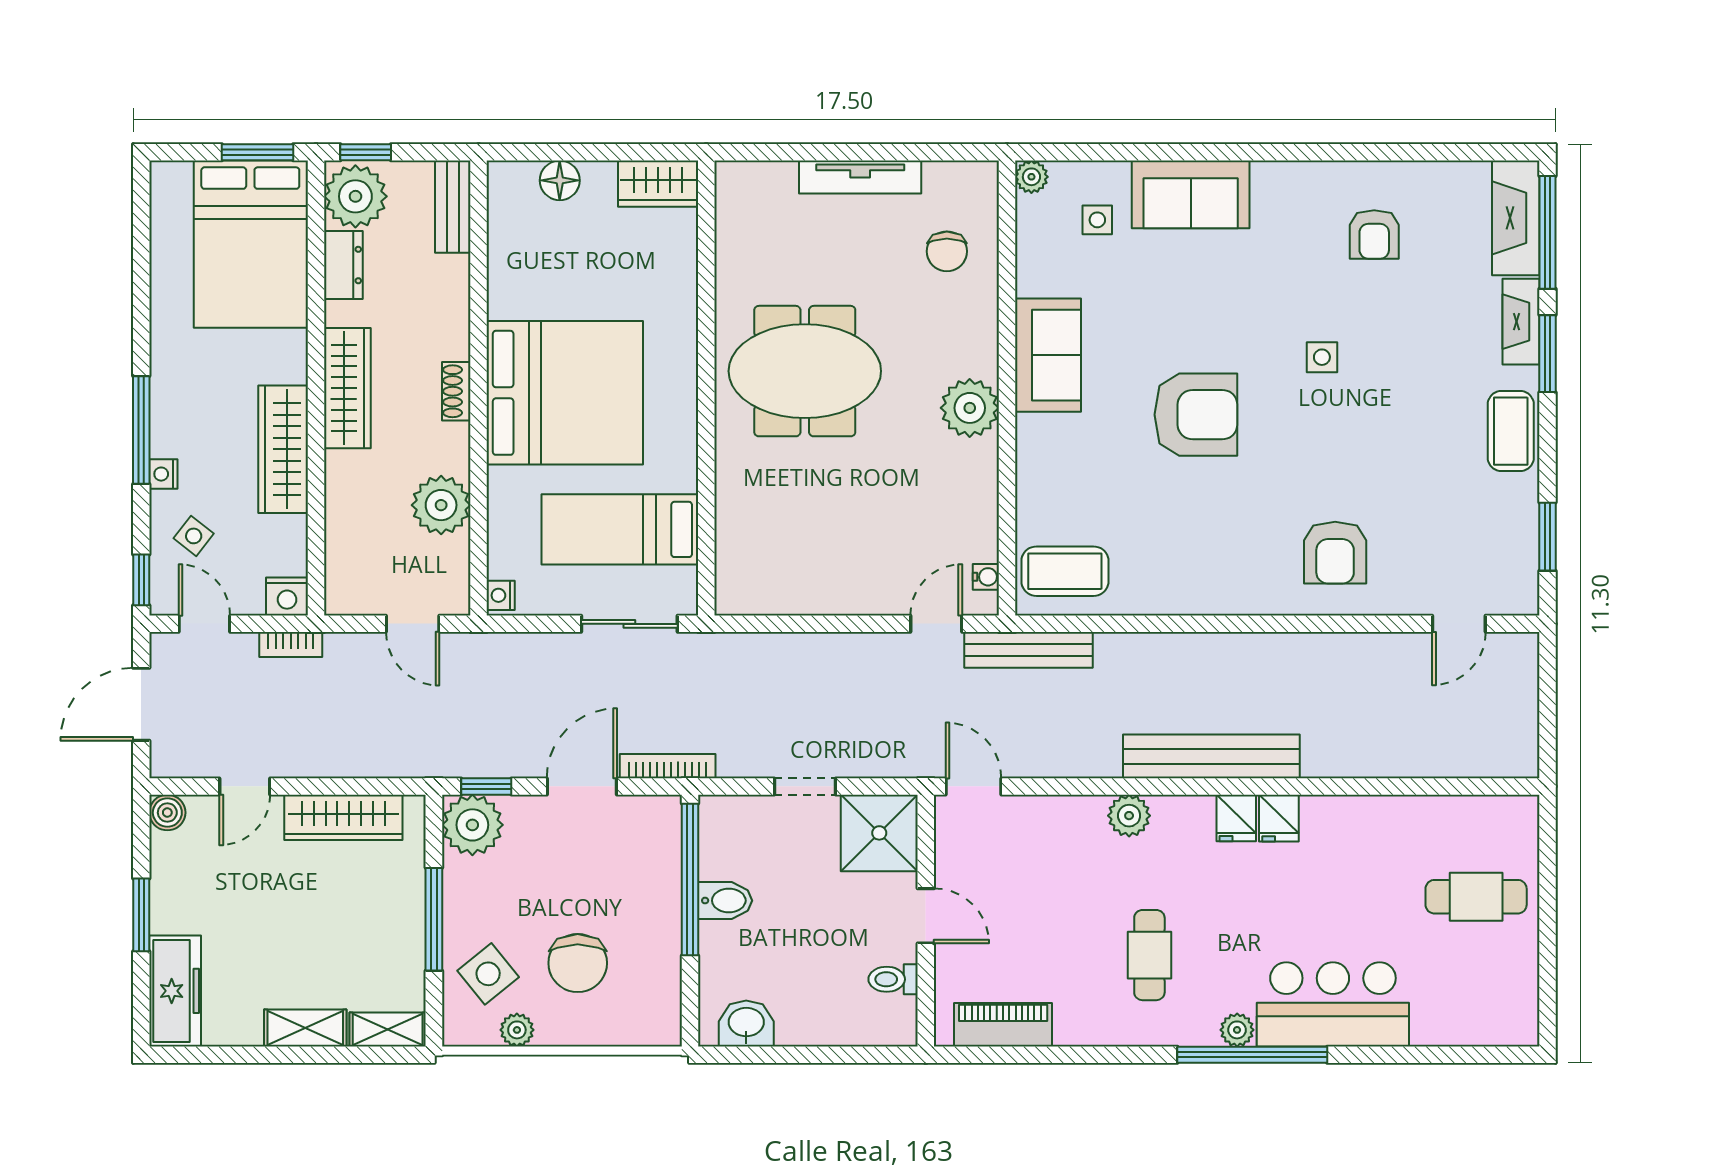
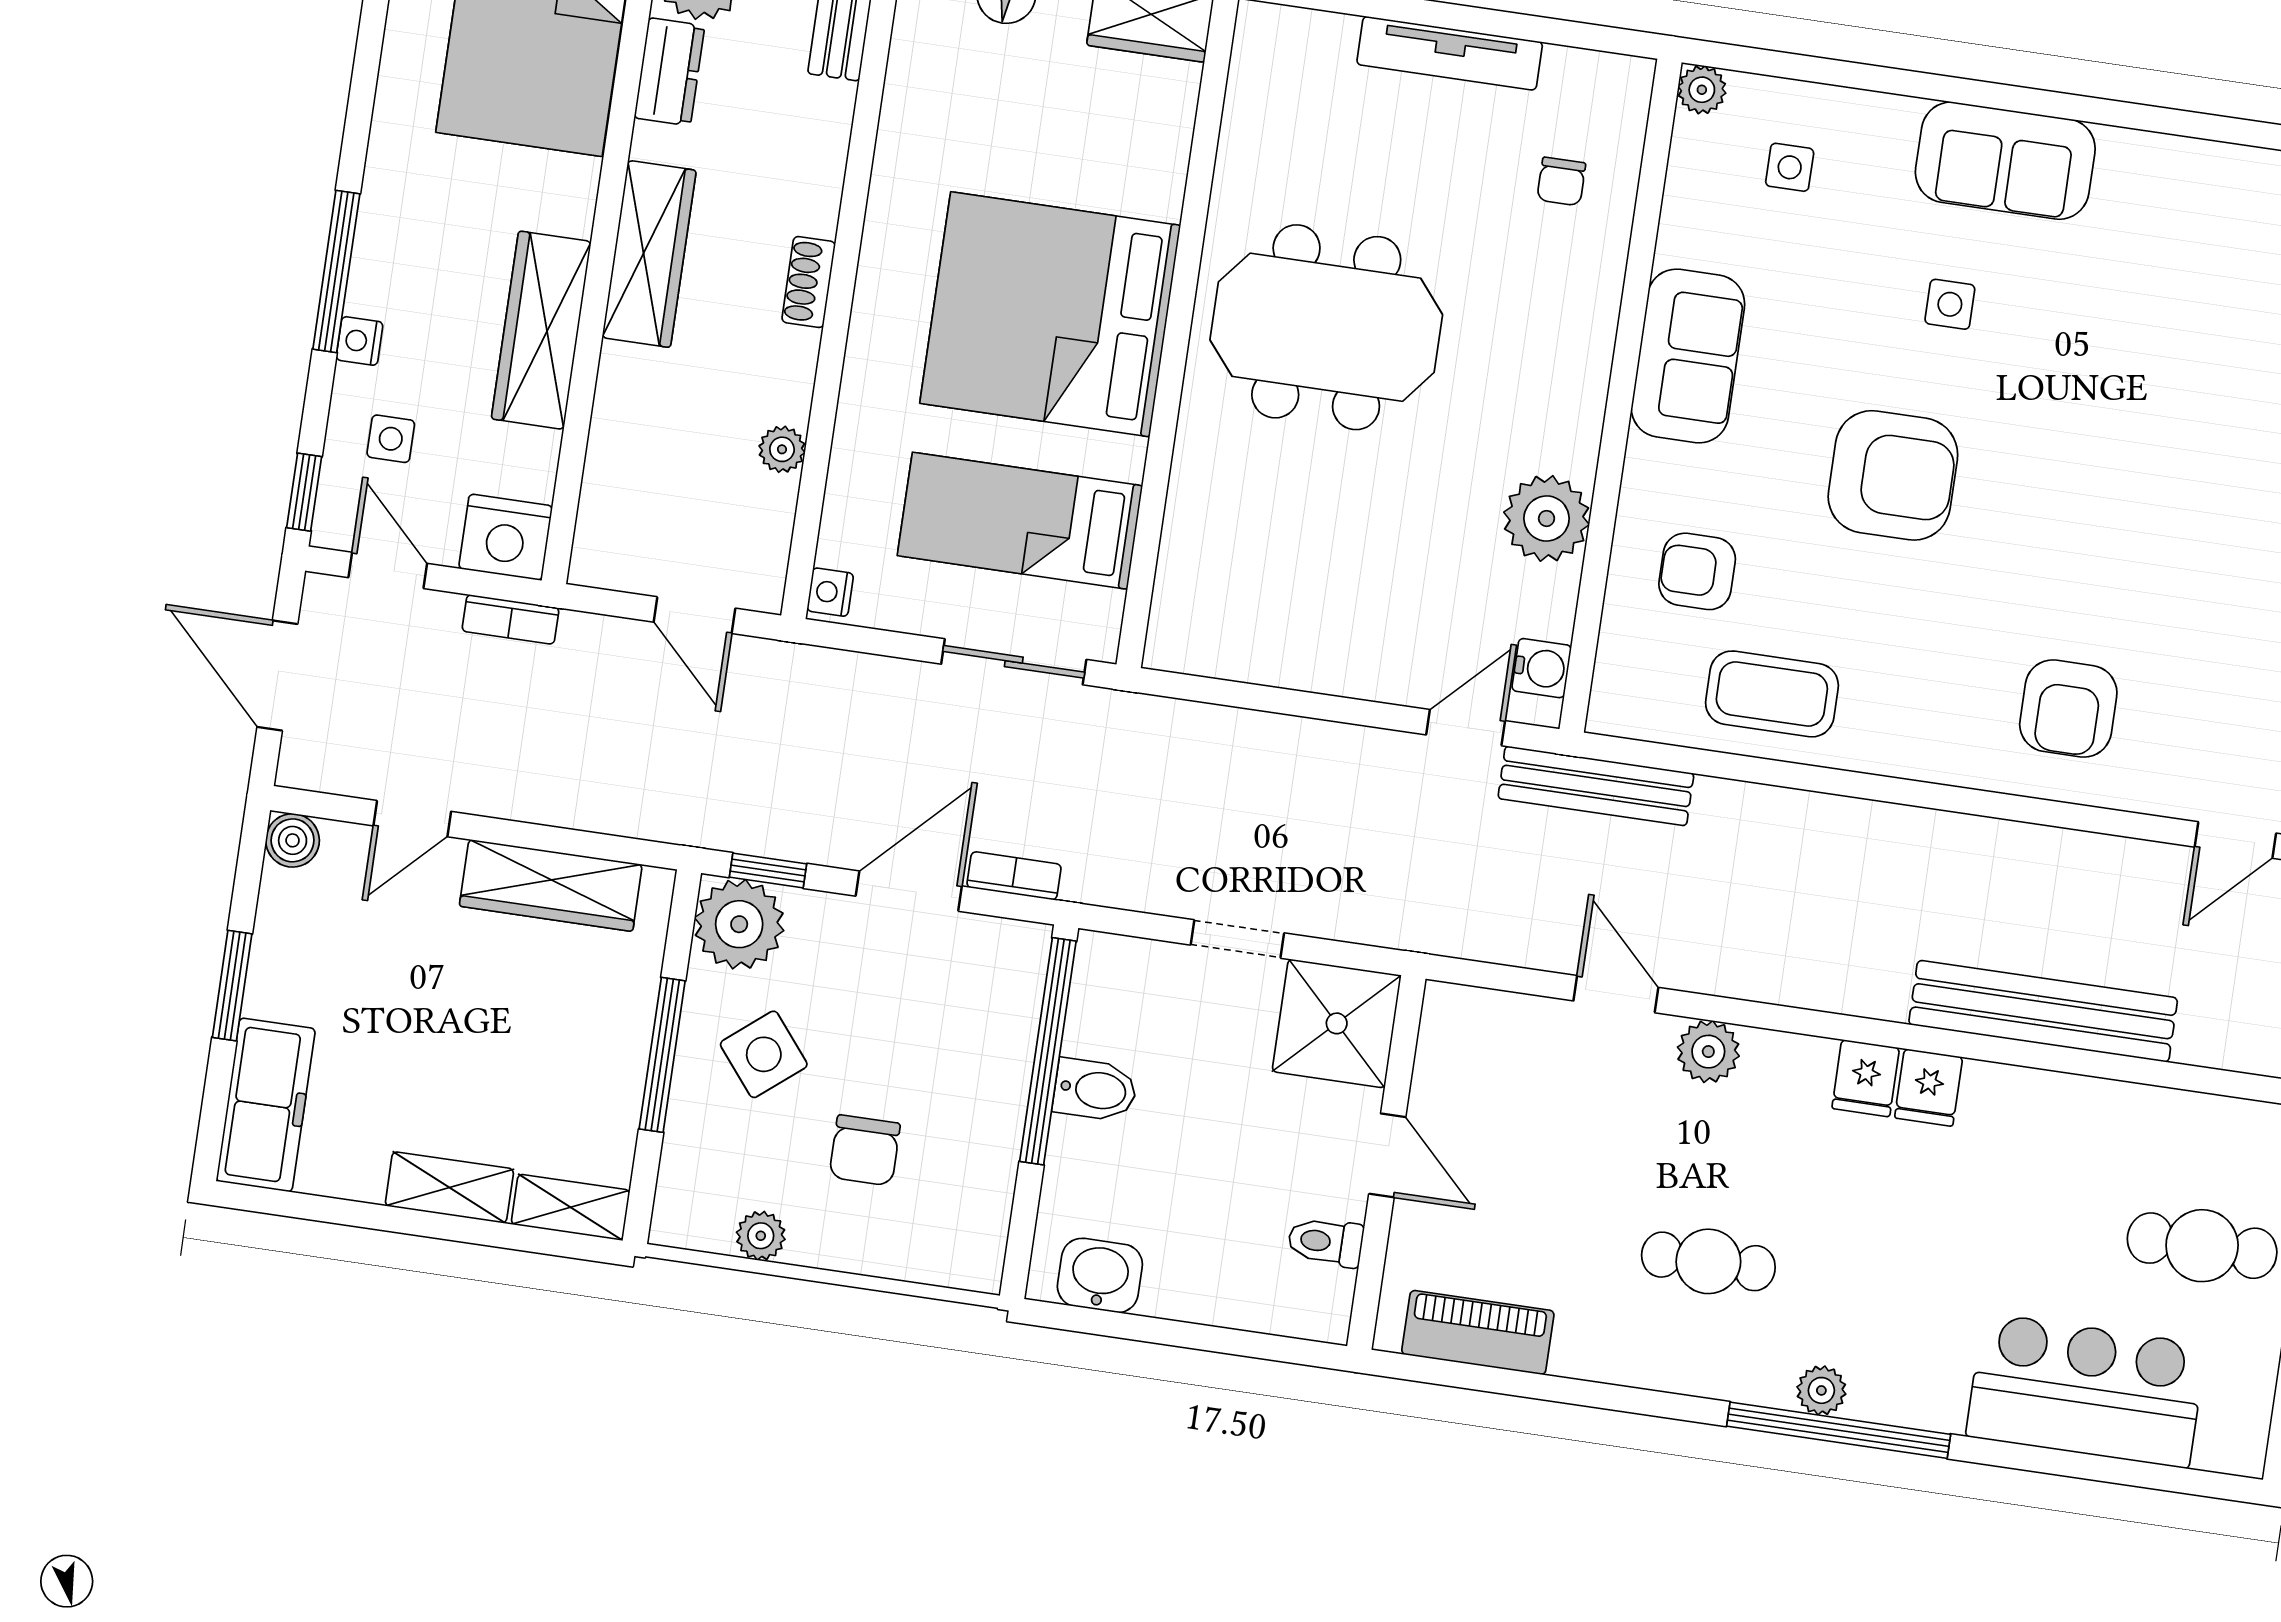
sofa: (1191, 194) -> (2005, 161), moved
armchair: (1374, 234) -> (1697, 571), moved, turned 90
chair: (947, 251) -> (1561, 181), width x0.73, depth x0.73
side table: (1322, 357) -> (1950, 304), moved
bed: (565, 393) -> (1050, 314), moved, turned 180
plant: (970, 408) -> (1547, 518), moved
plant: (441, 505) -> (782, 449), width x0.53, depth x0.53
side table: (194, 536) -> (391, 439), turned -38
coffee table: (1065, 571) -> (1772, 694), moved
water cooler: (986, 577) -> (1542, 668), width x1.38, depth x1.38
nightstand: (287, 597) -> (506, 537), width x1.36, depth x1.33
door: (141, 704) -> (277, 675), hinge flipped
bench: (1211, 756) -> (2043, 1011), moved
bookcase: (668, 766) -> (1014, 876), width x0.64
door: (974, 786) -> (1616, 994), moved
cafe table: (1149, 955) -> (1708, 1261), turned 90
chair: (578, 963) -> (865, 1150), width x0.73, depth x0.73
side table: (488, 974) -> (764, 1054), moved
bar counter: (1333, 1004) -> (2086, 1391), moved

